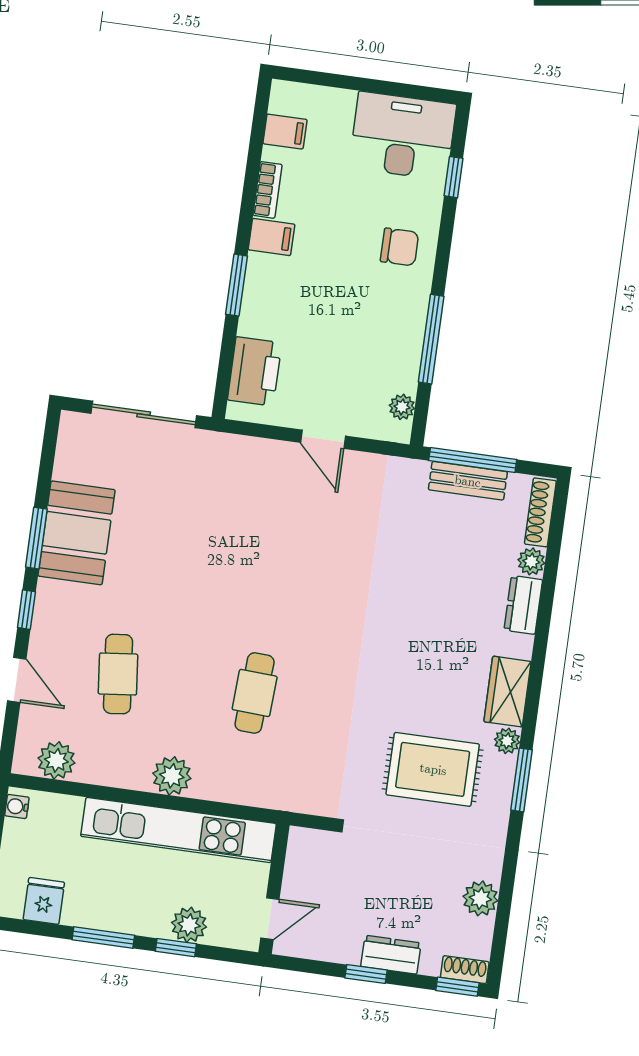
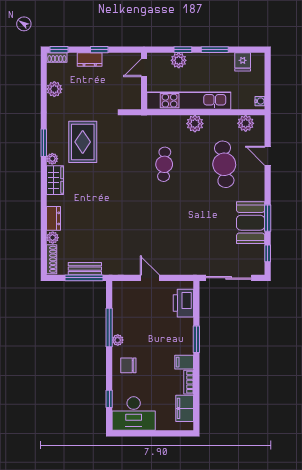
filing cabinet: (285, 132) -> (185, 408), width x2.00
plant: (402, 407) -> (118, 340), moved
window: (26, 610) -> (268, 253), moved
cafe table: (118, 674) -> (224, 164), width x1.37, depth x1.35
rug: (433, 769) -> (83, 142), turned 90

